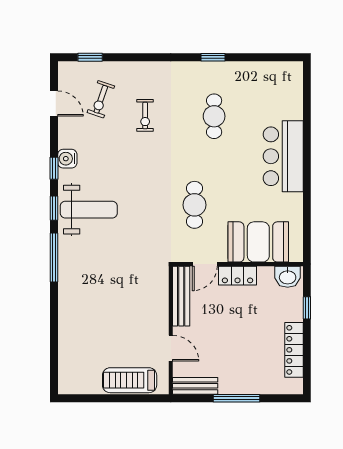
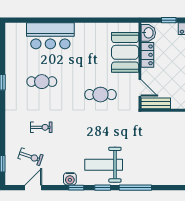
bar counter: (283, 156) -> (50, 36), moved
weight bench: (89, 210) -> (104, 165), turned -90
locker: (237, 276) -> (147, 55), moved
bench: (181, 296) -> (156, 103), width x0.73

